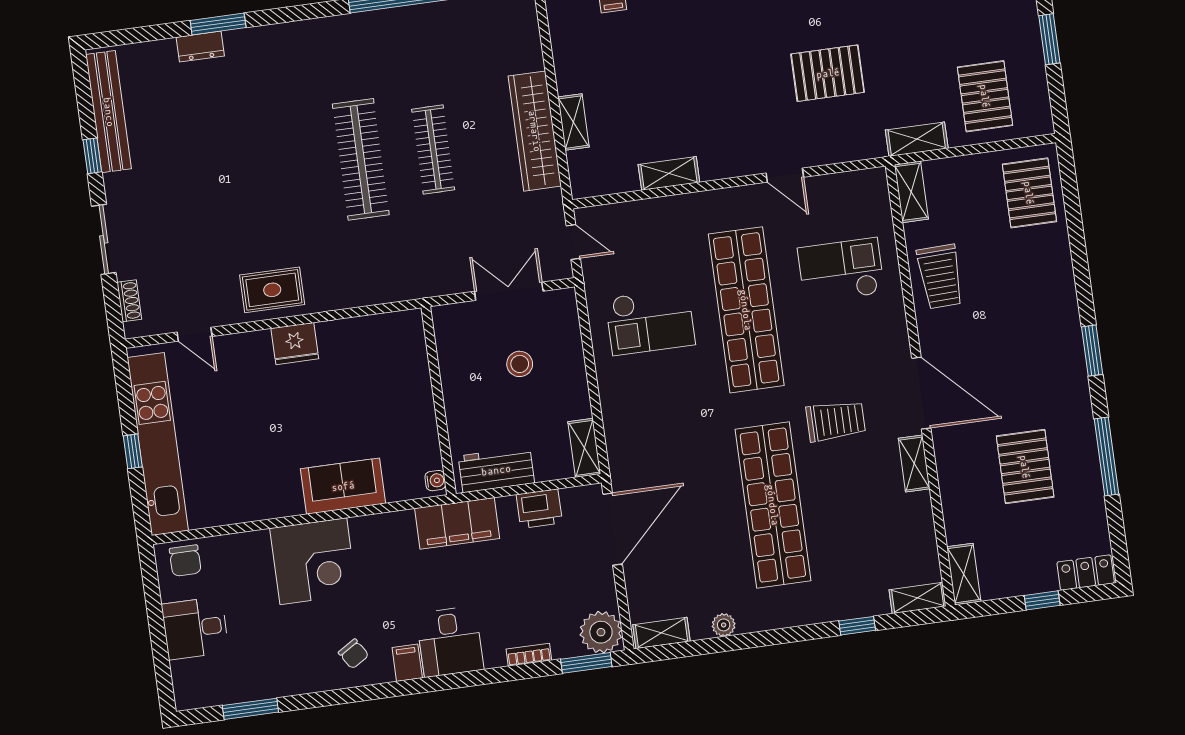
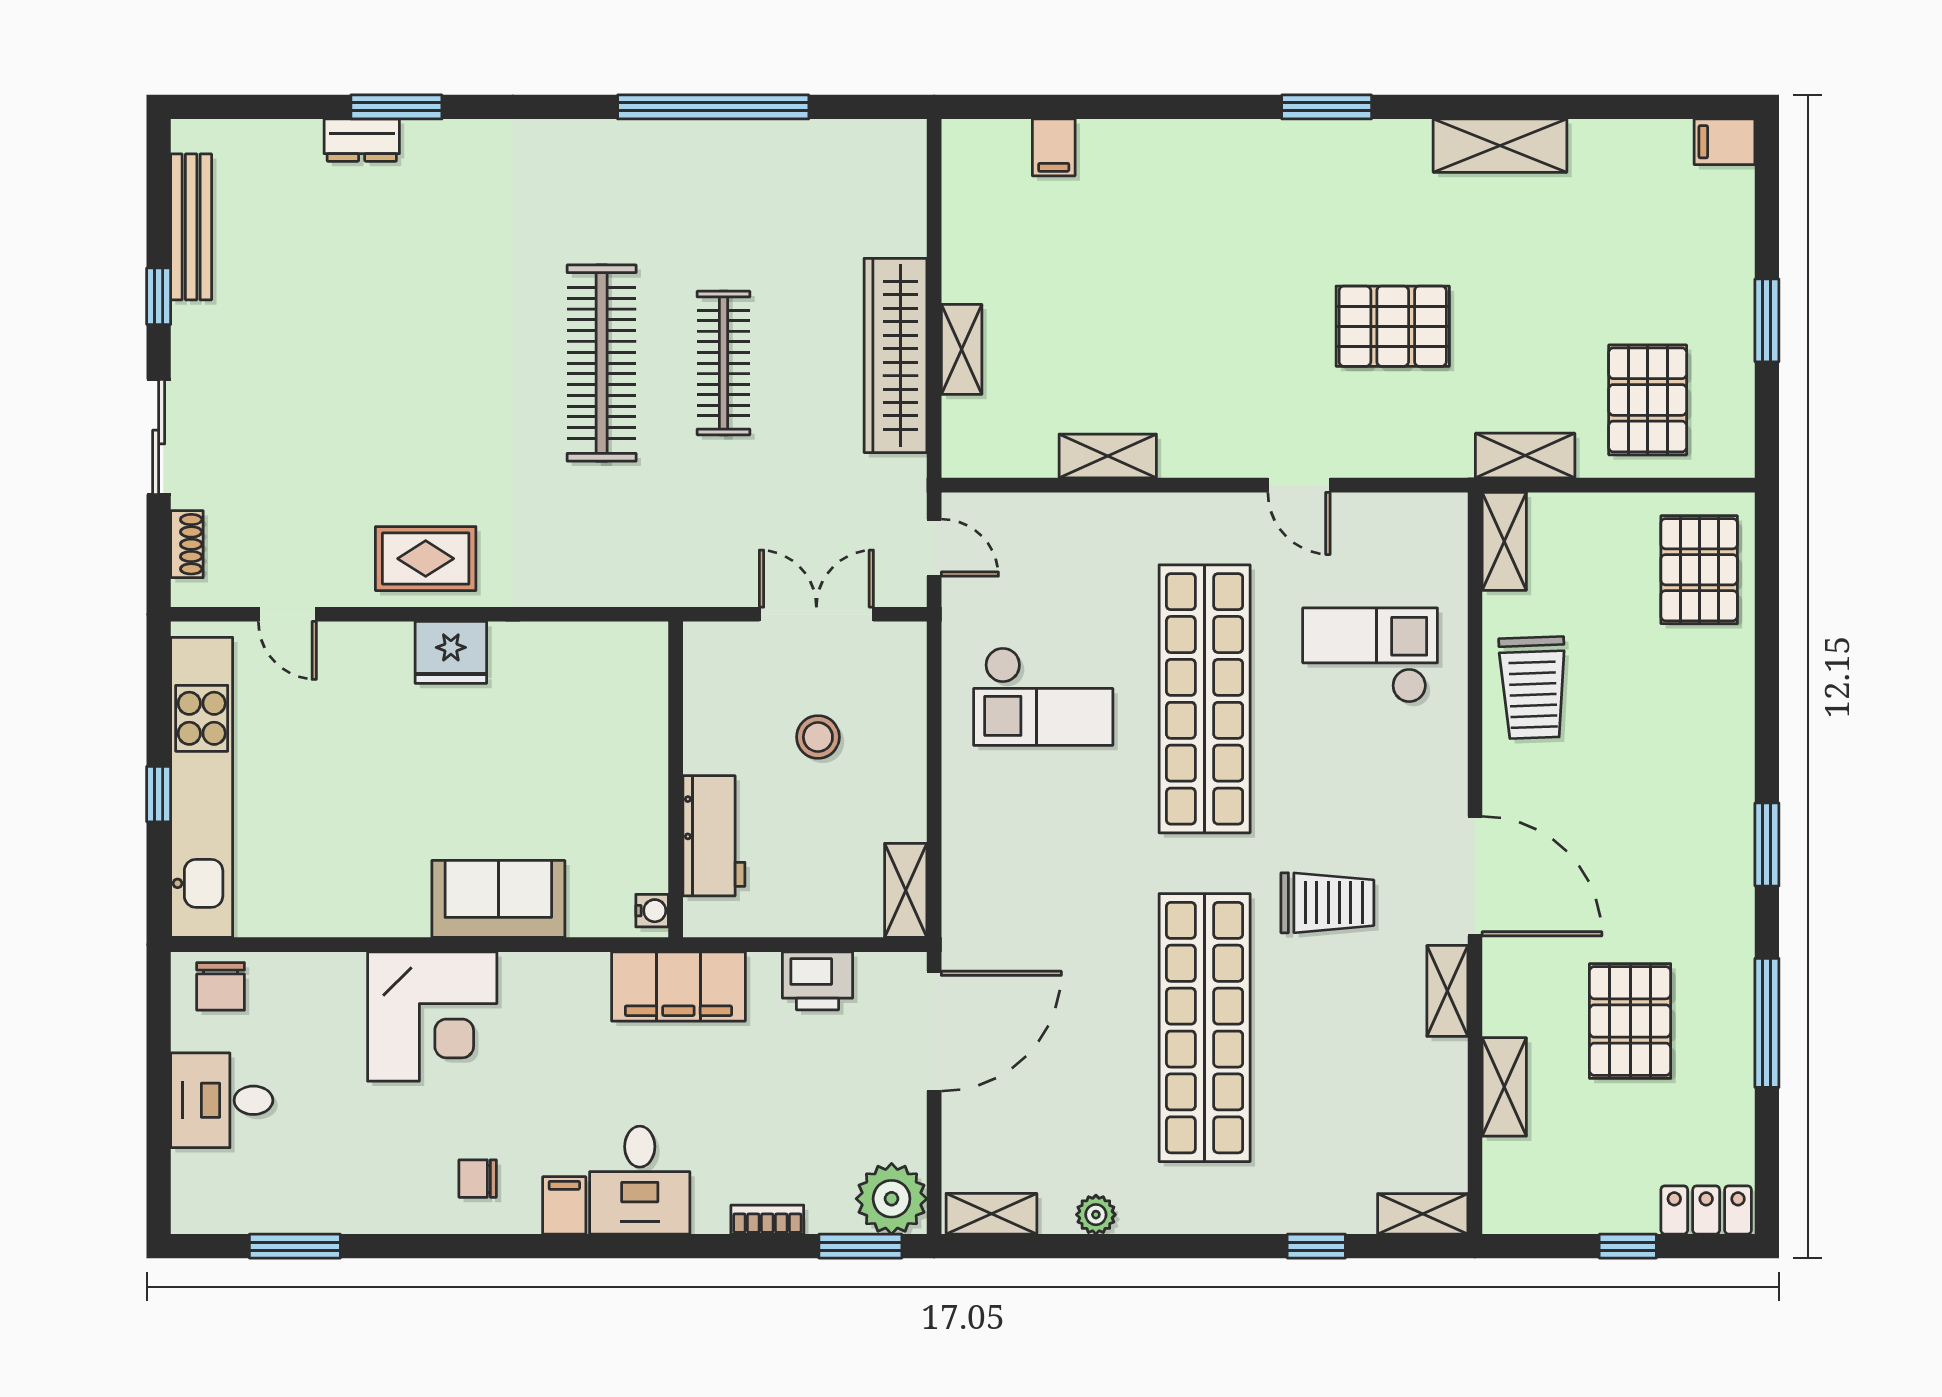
bench: (109, 112) -> (191, 227), width x0.73, depth x0.82
workbench: (496, 470) -> (714, 836), moved, turned 90
shelving: (964, 574) -> (1504, 1087), moved
chair: (354, 654) -> (478, 1179), turned 122

